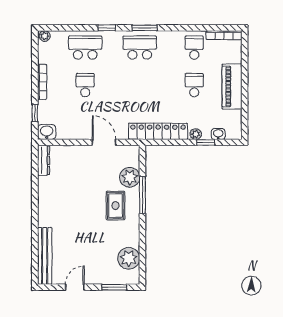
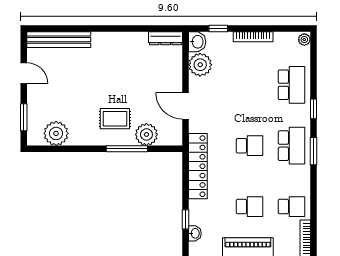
school desk: (85, 85) -> (249, 146), moved
plant: (196, 134) -> (200, 65), moved, width x1.87, depth x1.87
door: (104, 142) -> (186, 106), swing flipped

